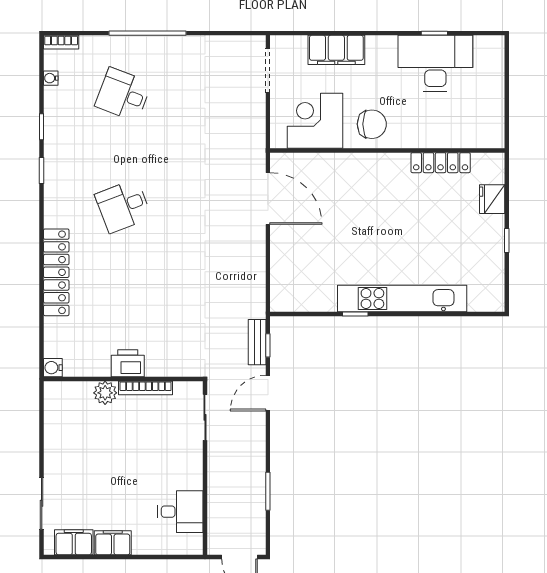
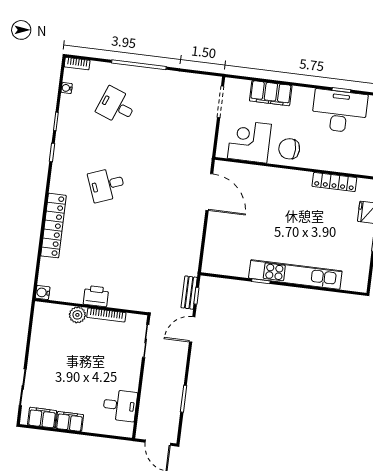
chair: (372, 124) -> (289, 149), turned 180

